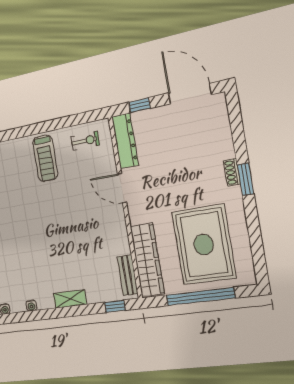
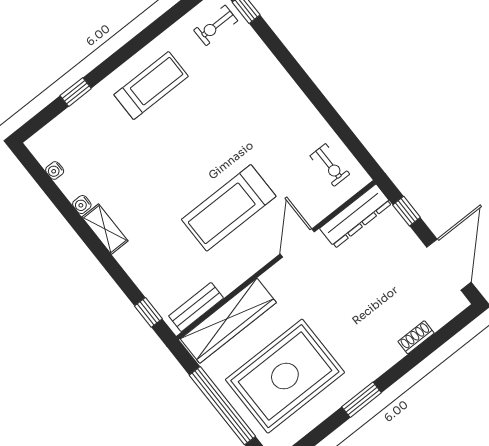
treadmill: (45, 158) -> (229, 208), moved, width x1.37, depth x1.38
shoe rack: (232, 172) -> (416, 337), moved
window: (246, 179) -> (362, 400), moved
shelving: (70, 299) -> (105, 229), moved

